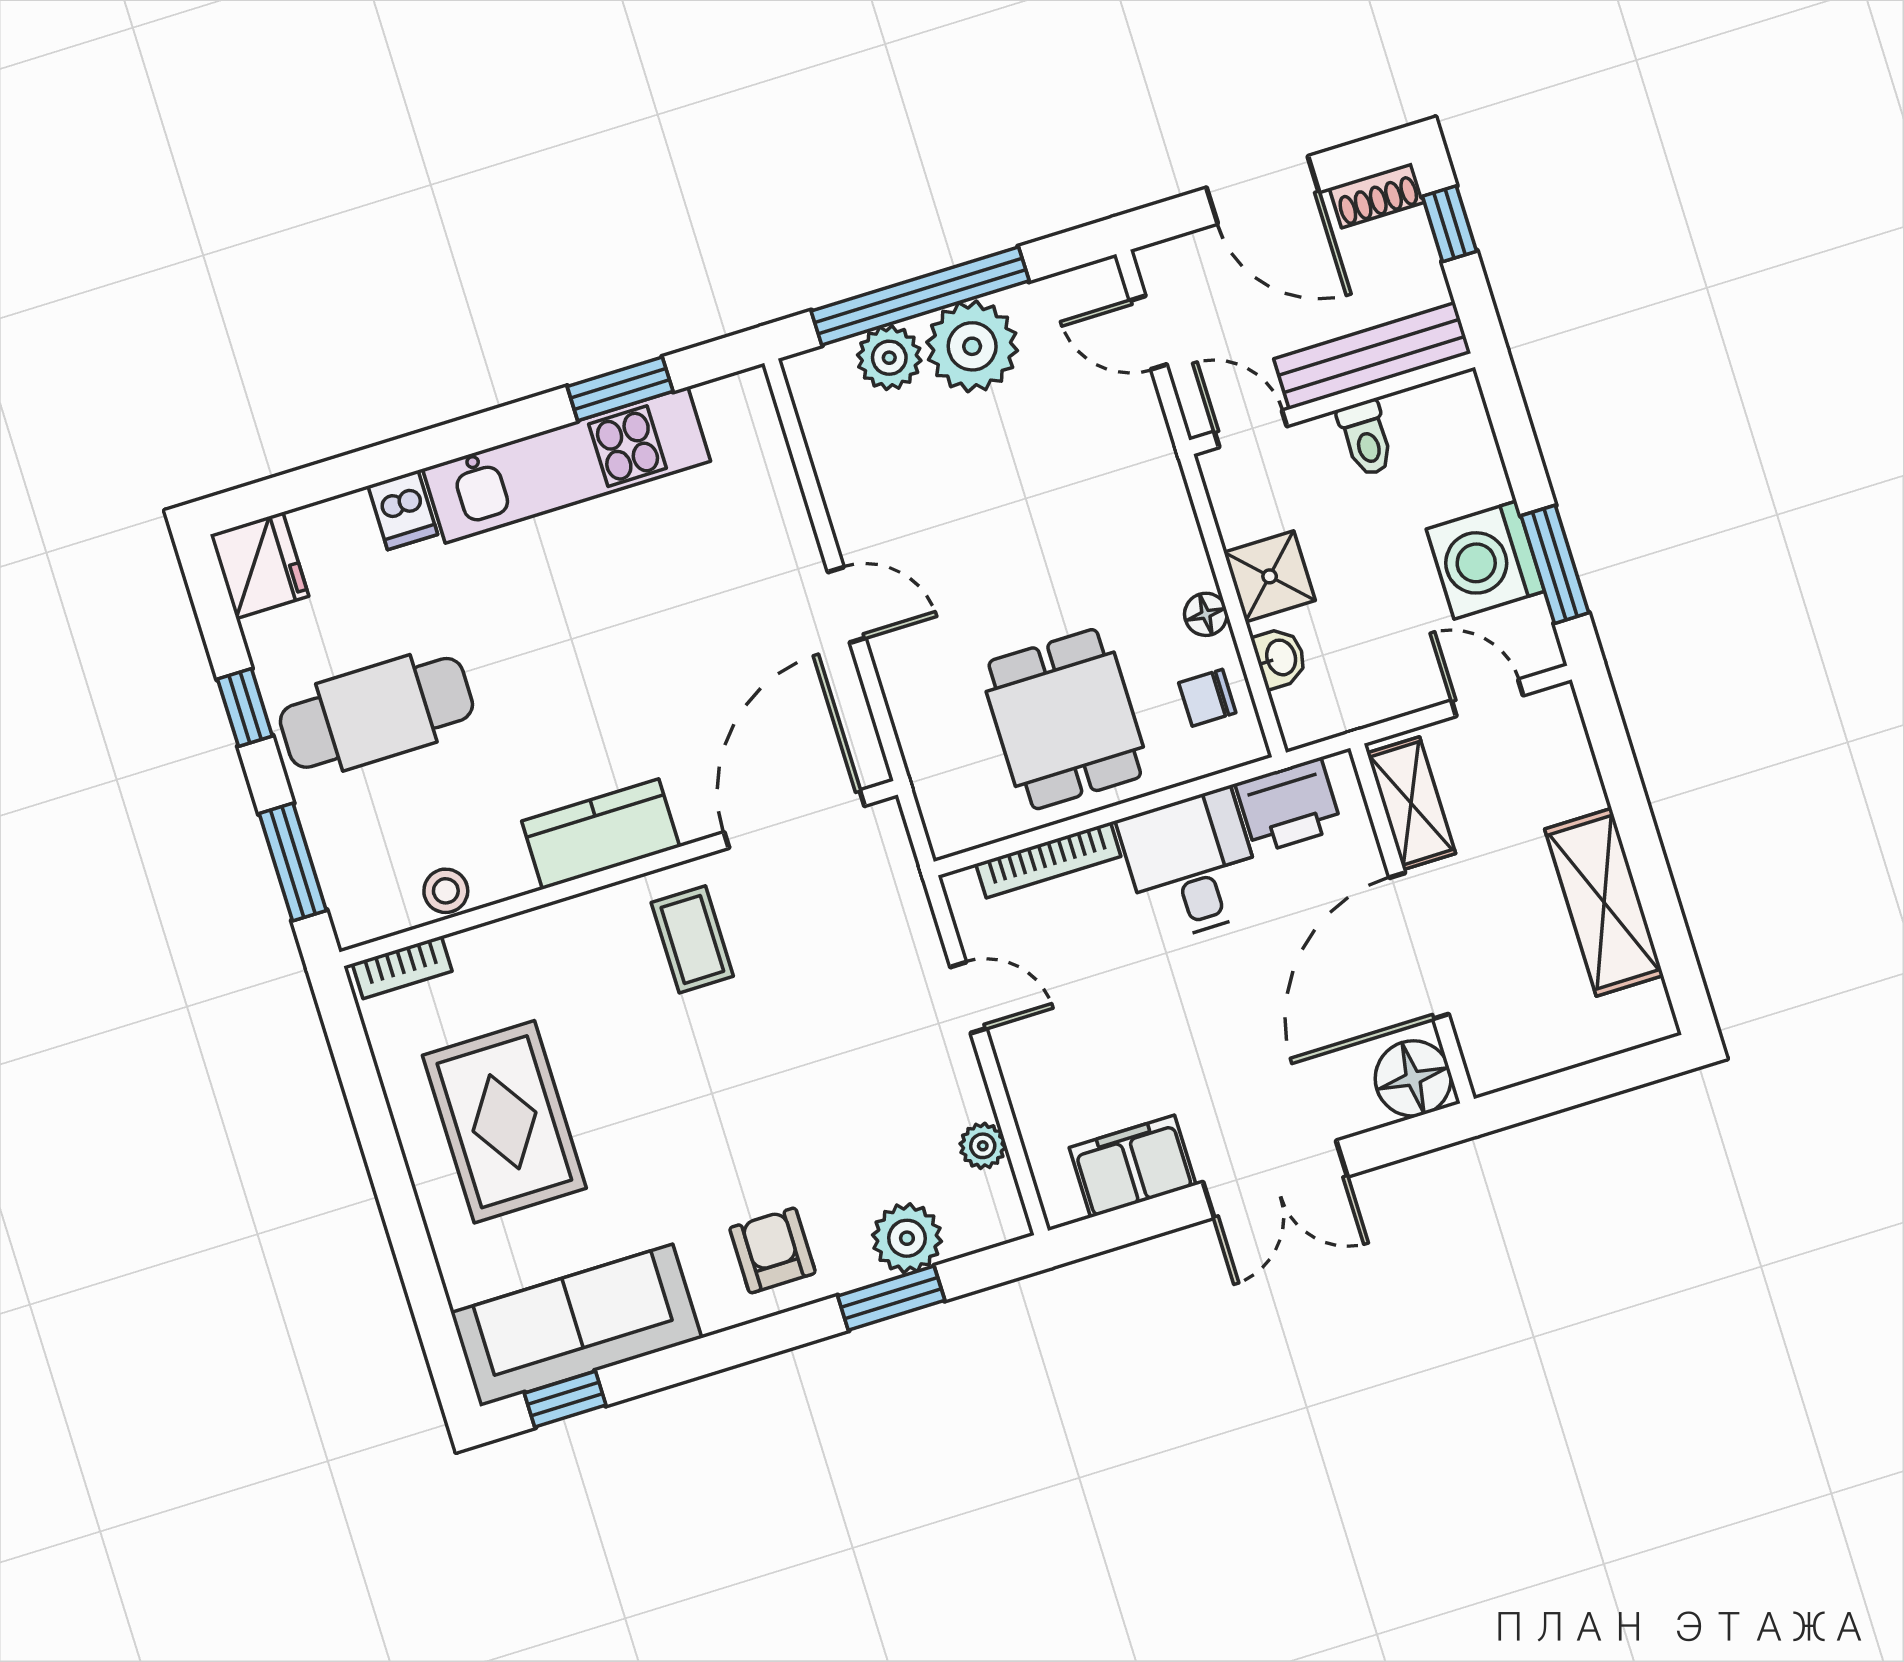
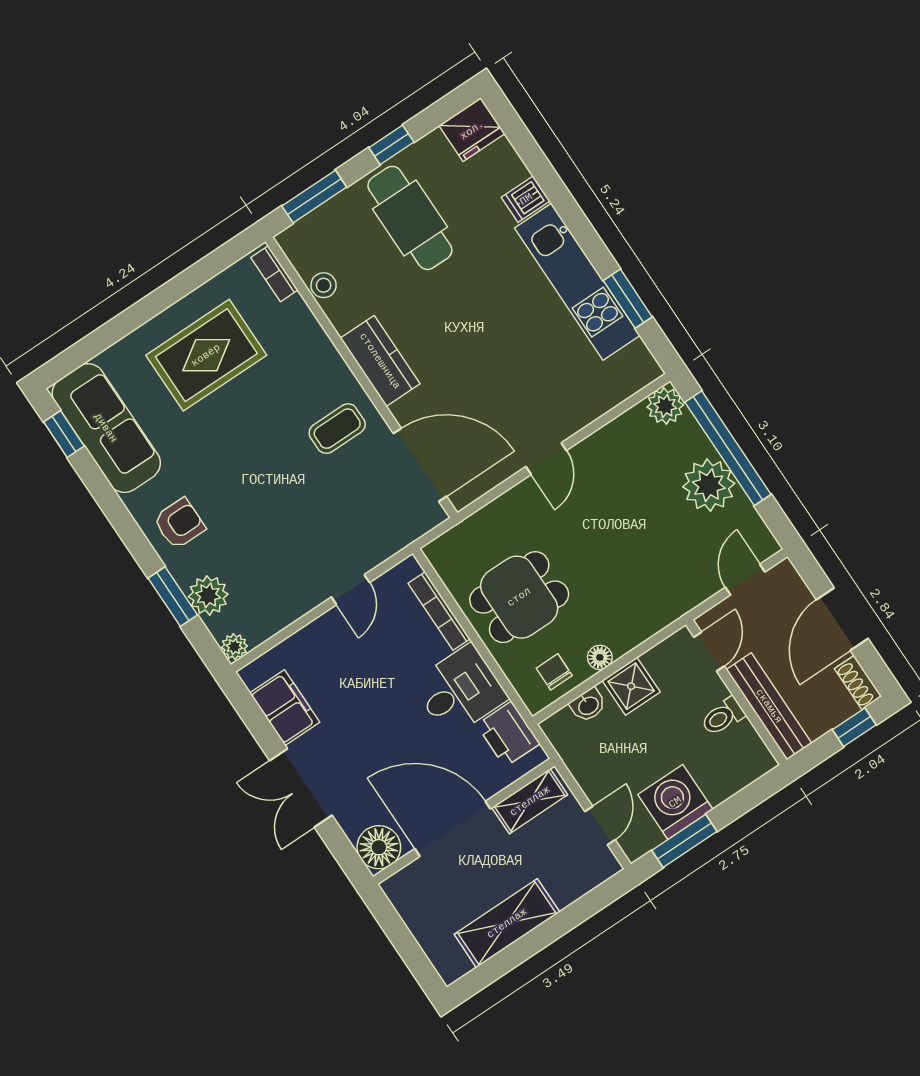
plant: (889, 358) -> (665, 406), moved
plant: (983, 1146) -> (234, 647), moved

